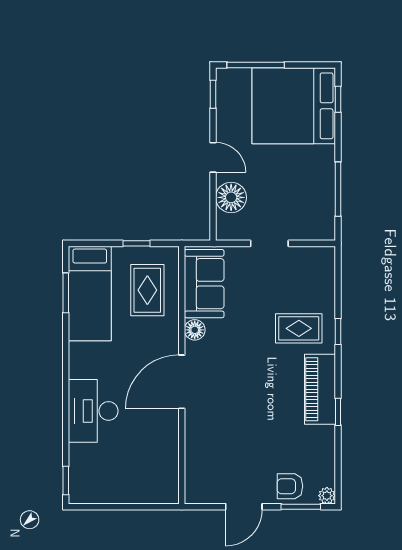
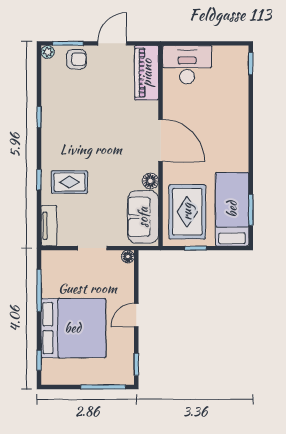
bed: (294, 106) -> (73, 328), moved
door: (213, 157) -> (136, 315), hinge flipped
floor lamp: (231, 197) -> (128, 257), moved, width x0.53, depth x0.53
tv unit: (325, 272) -> (49, 226), added
rug: (147, 290) -> (187, 212), width x1.36, depth x1.43
door: (182, 382) -> (161, 141), hinge flipped
piano: (320, 389) -> (147, 73), moved, turned 180
desk: (93, 411) -> (187, 65), moved, turned -90

